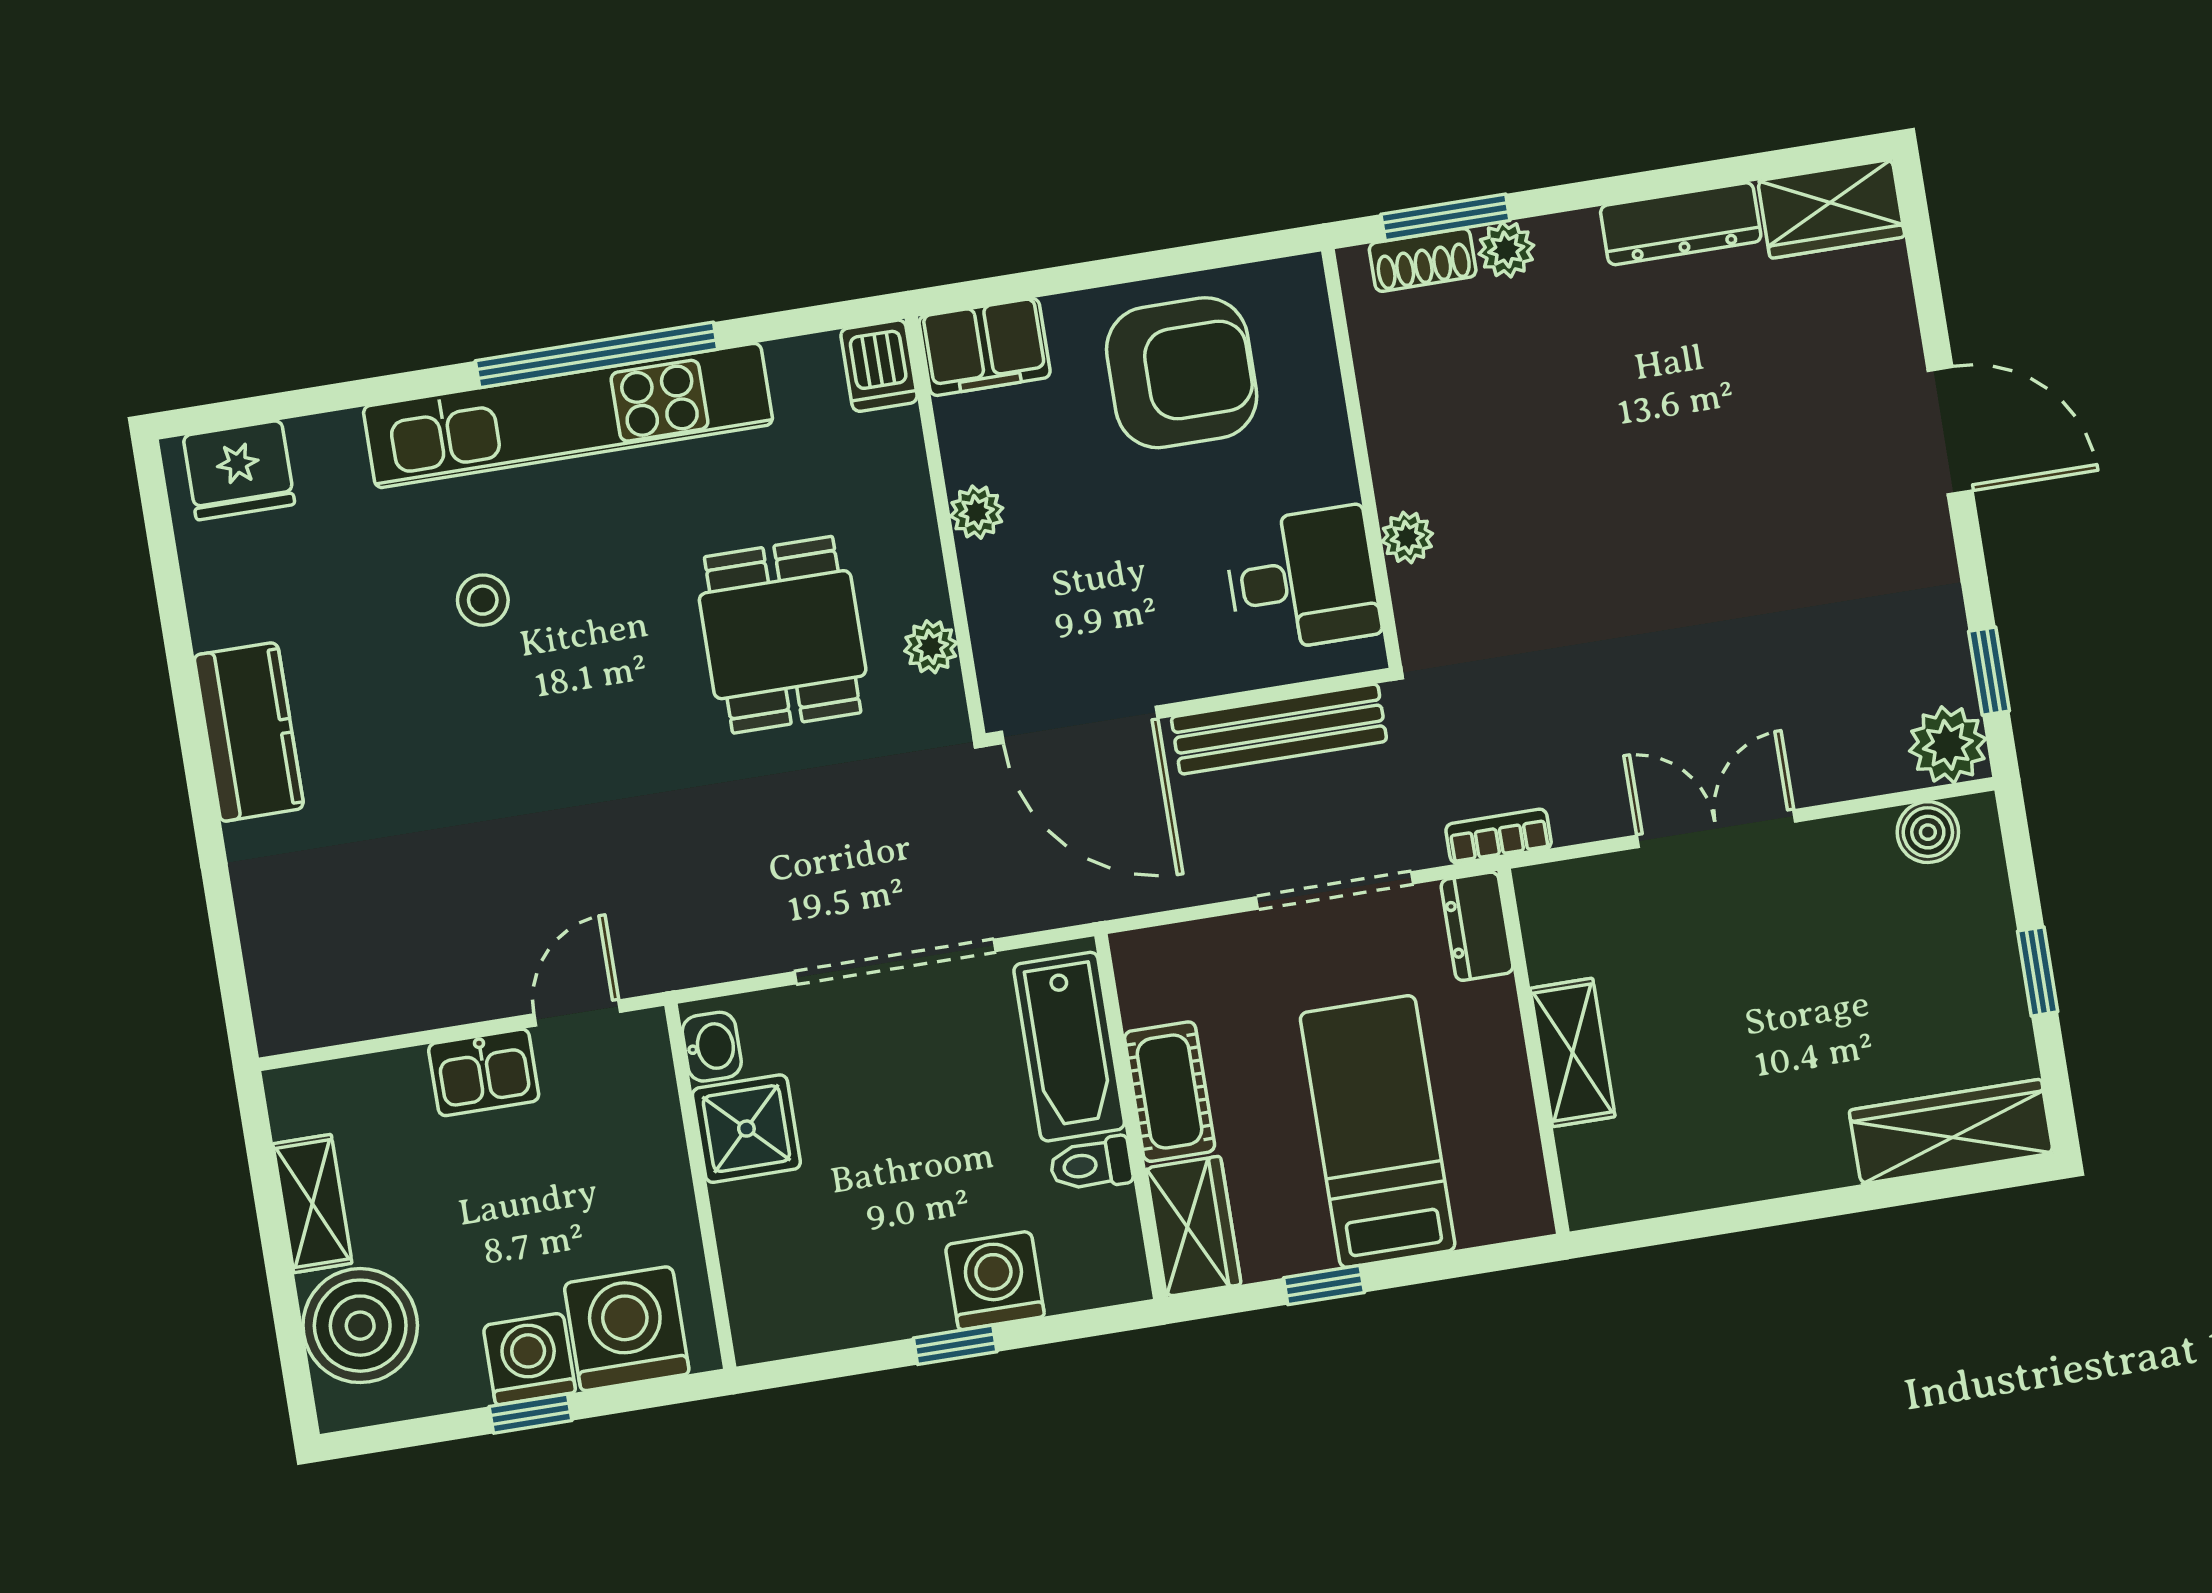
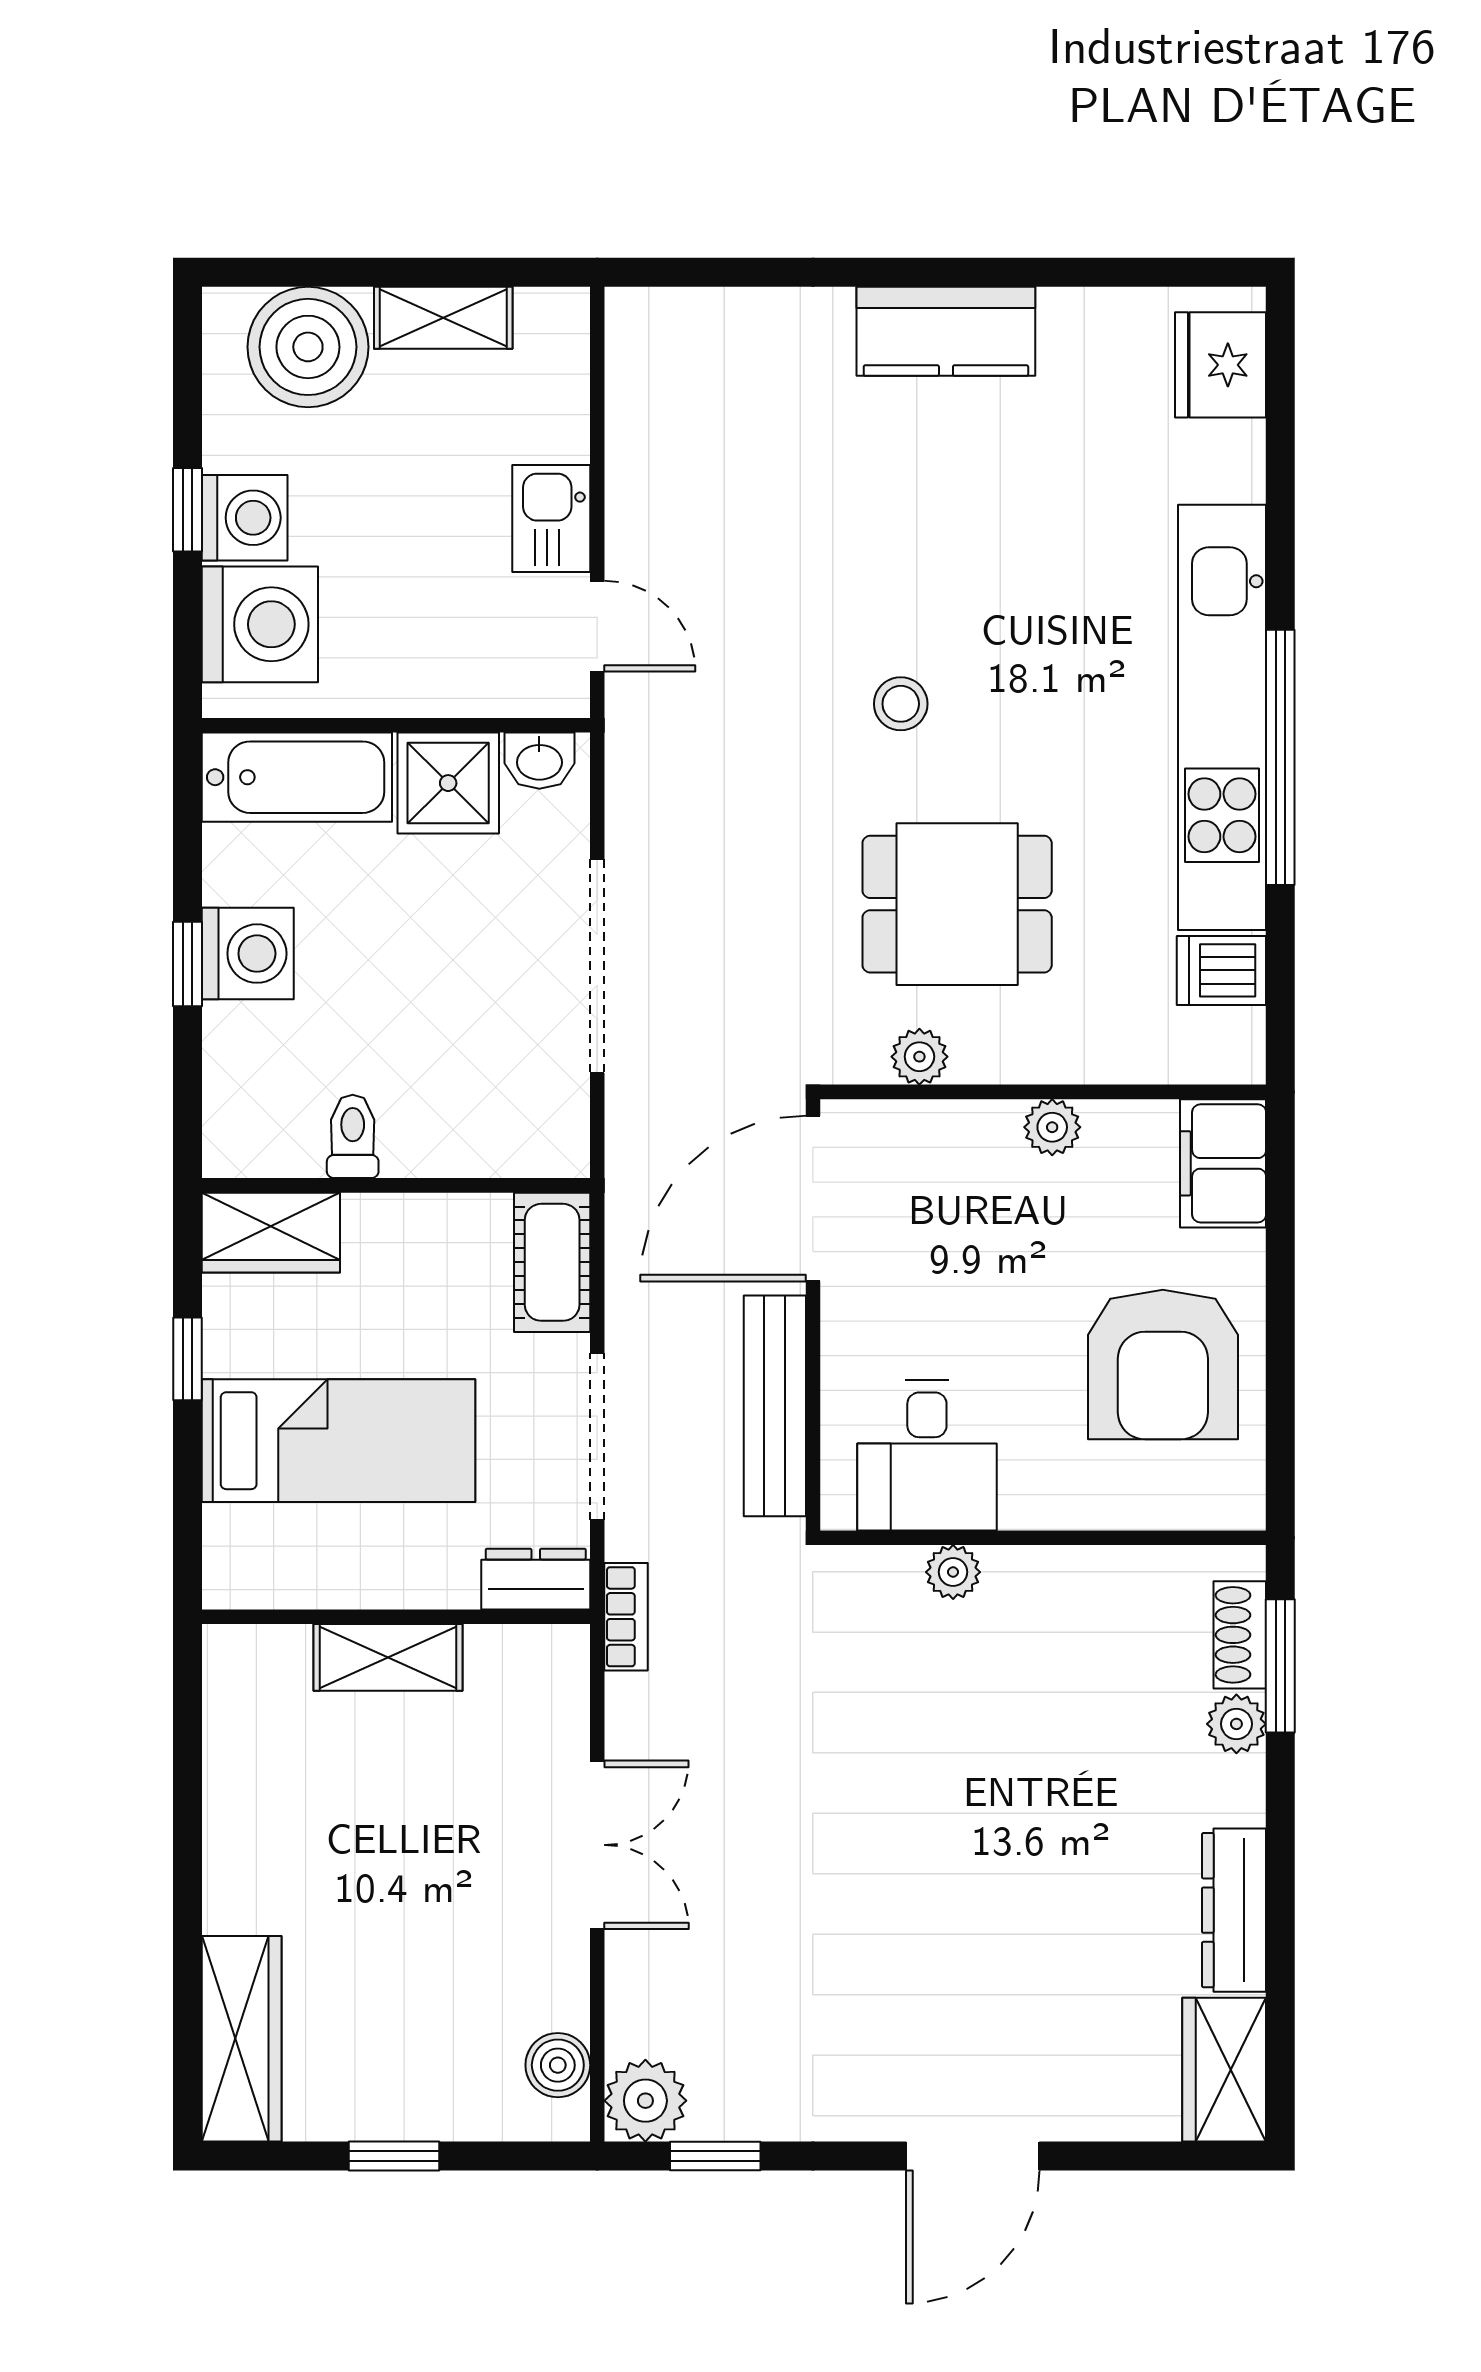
dishwasher: (879, 366) -> (1221, 970), moved
stool: (483, 600) -> (901, 704), moved
bathtub: (1069, 1047) -> (297, 777), moved, turned 180
cot: (1170, 1092) -> (552, 1262), moved, turned 90
washing machine: (995, 1281) -> (248, 954), moved

